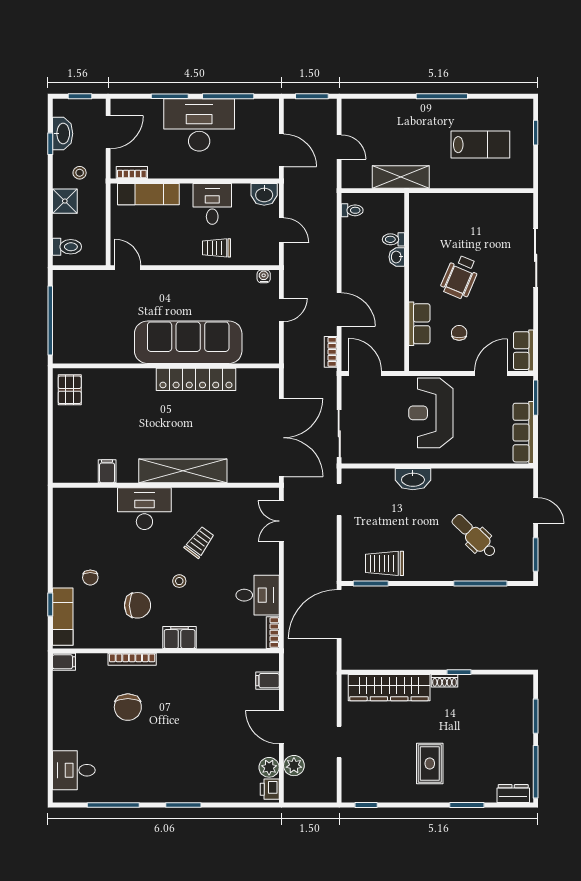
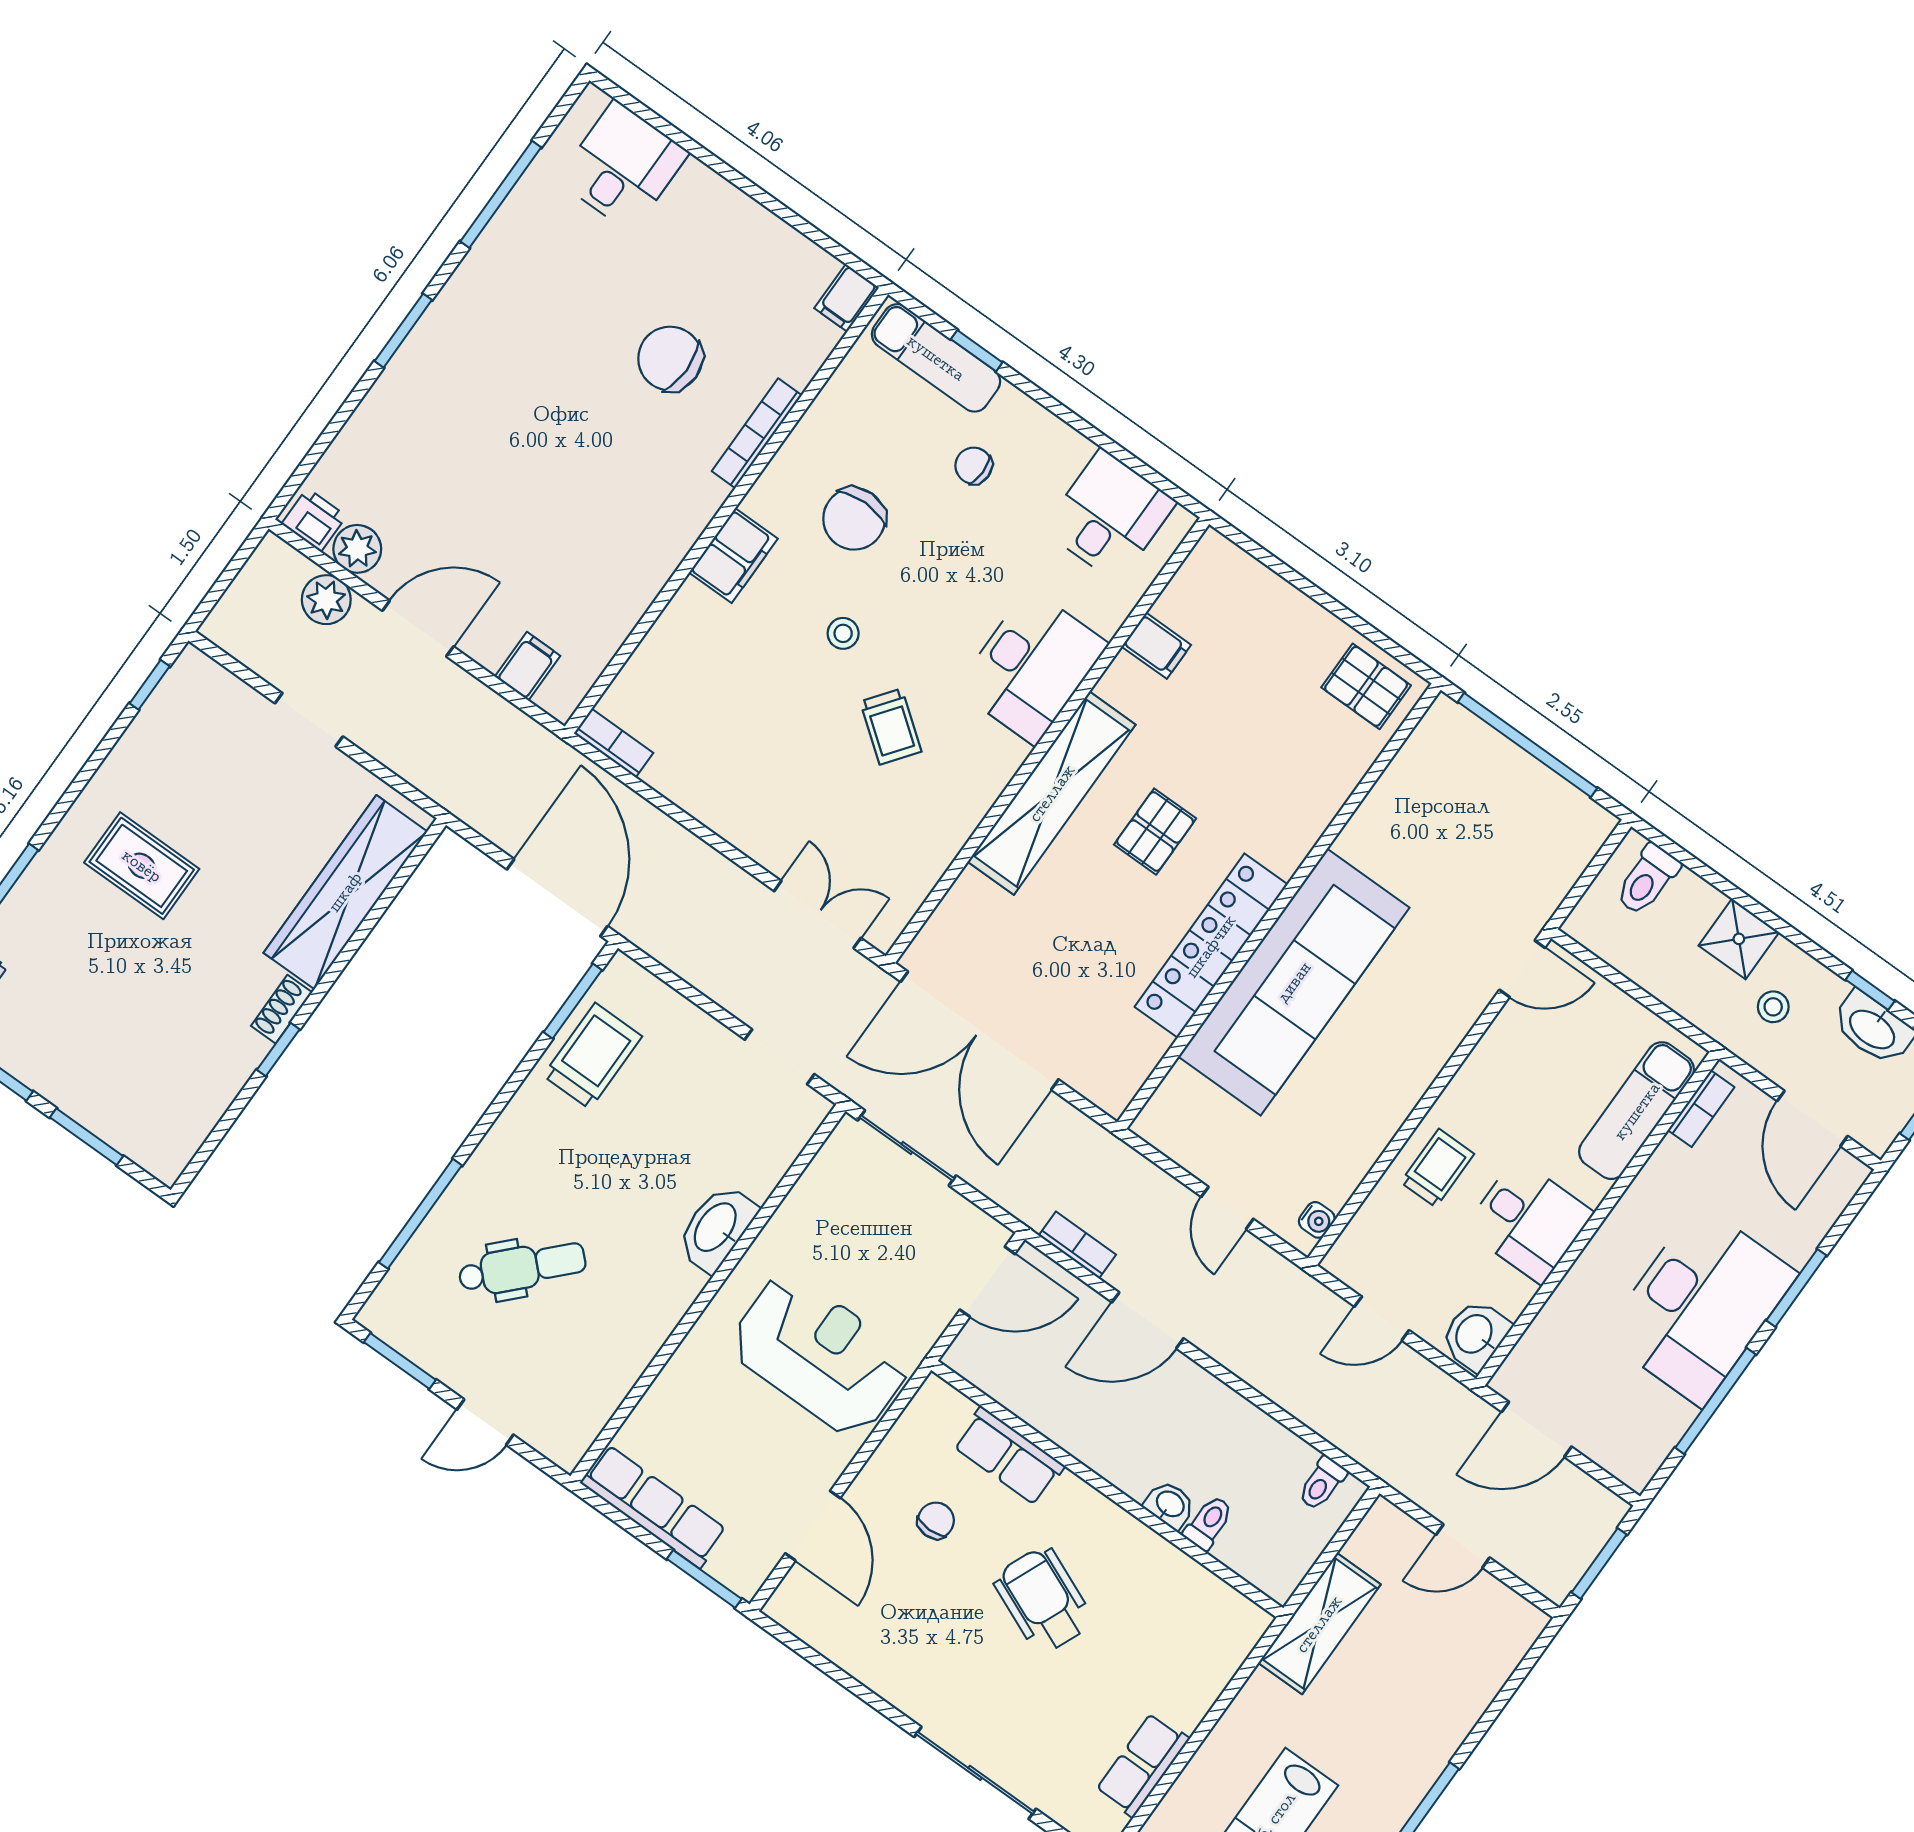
chair: (459, 333) -> (936, 1521), turned -90
row of seats: (523, 351) -> (1143, 1765), moved, turned -90
pallet: (171, 426) -> (1155, 832), added
desk: (258, 595) -> (1110, 516), moved, turned 180

